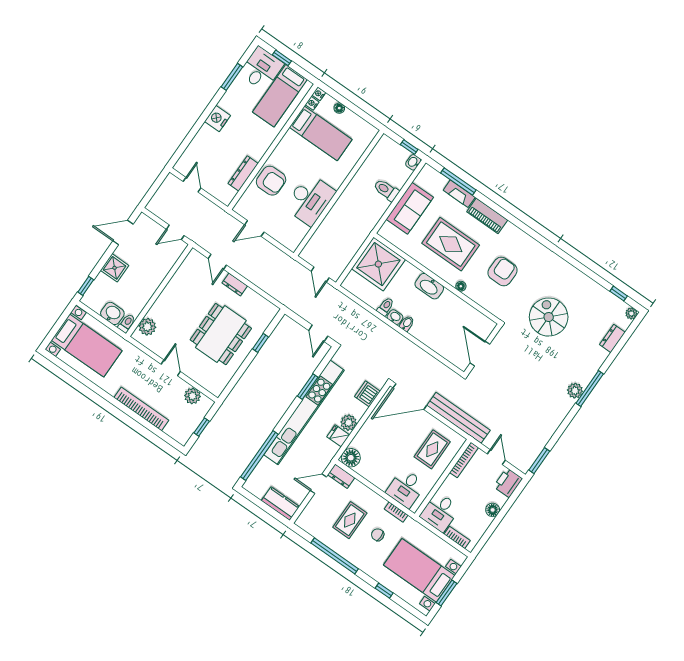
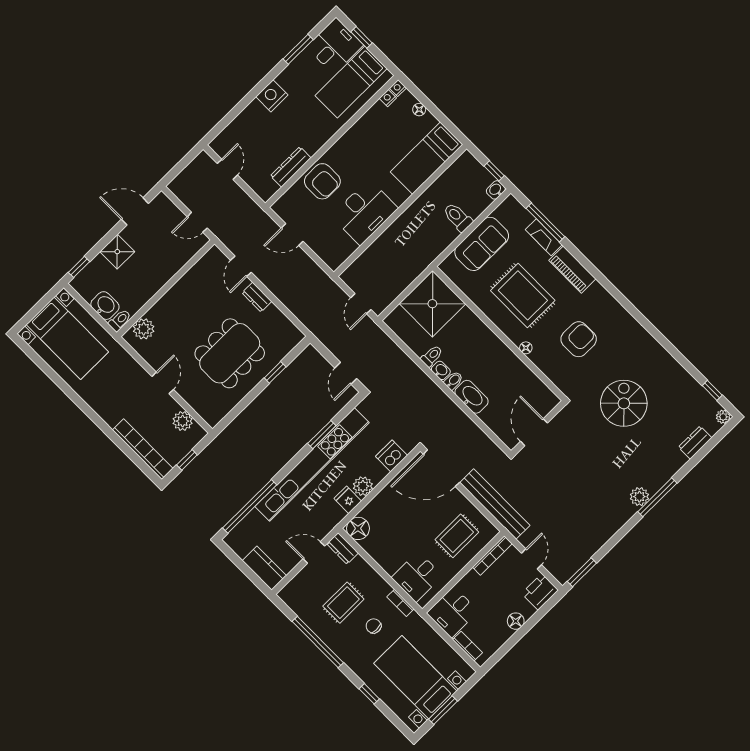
bed: (321, 133) -> (427, 158), moved, turned 90
washbasin: (429, 286) -> (472, 397), moved, turned 180
bookcase: (141, 409) -> (143, 449), moved

